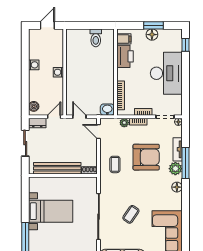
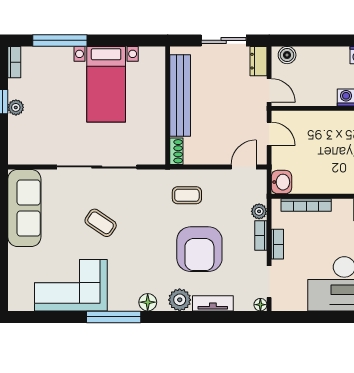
door: (79, 117) -> (269, 134), hinge flipped
window: (185, 163) -> (114, 317), moved

